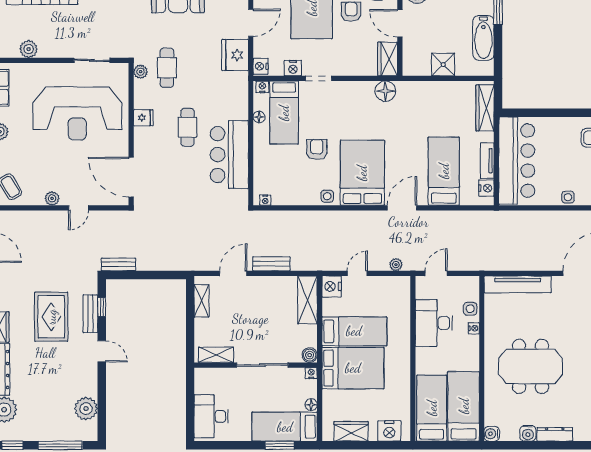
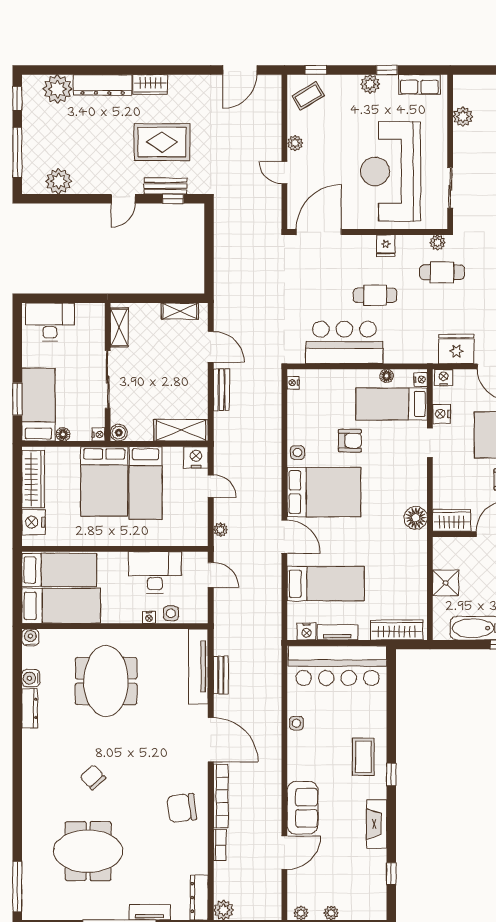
bench: (118, 264) -> (221, 675), moved
wardrobe: (351, 431) -> (33, 479), width x1.50

